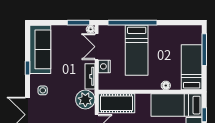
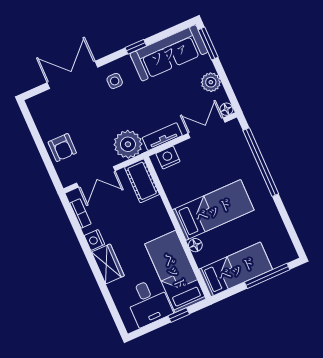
window: (78, 23) -> (208, 44), moved
plant: (70, 32) -> (211, 82), added
bed: (137, 50) -> (213, 210), moved, turned 180
nightstand: (104, 66) -> (168, 157), moved
cot: (117, 103) -> (142, 181), width x0.73, depth x0.75

